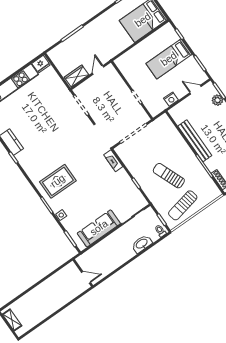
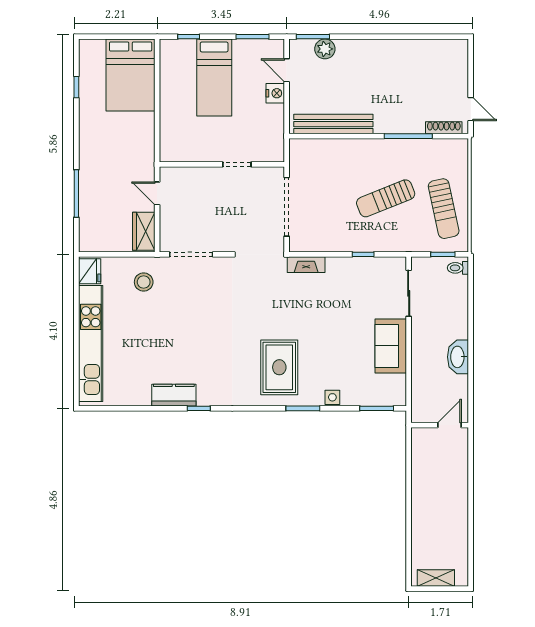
door: (196, 90) -> (287, 70), hinge flipped
stool: (53, 92) -> (144, 282), added
nightstand: (171, 99) -> (275, 93), moved
bench: (195, 141) -> (333, 124), moved
sofa: (99, 228) -> (391, 346), width x0.73
washbasin: (142, 244) -> (458, 357), moved

